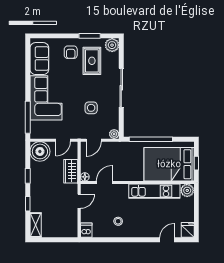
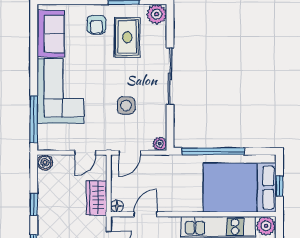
boiler: (40, 151) -> (45, 162), width x0.54, depth x0.54

